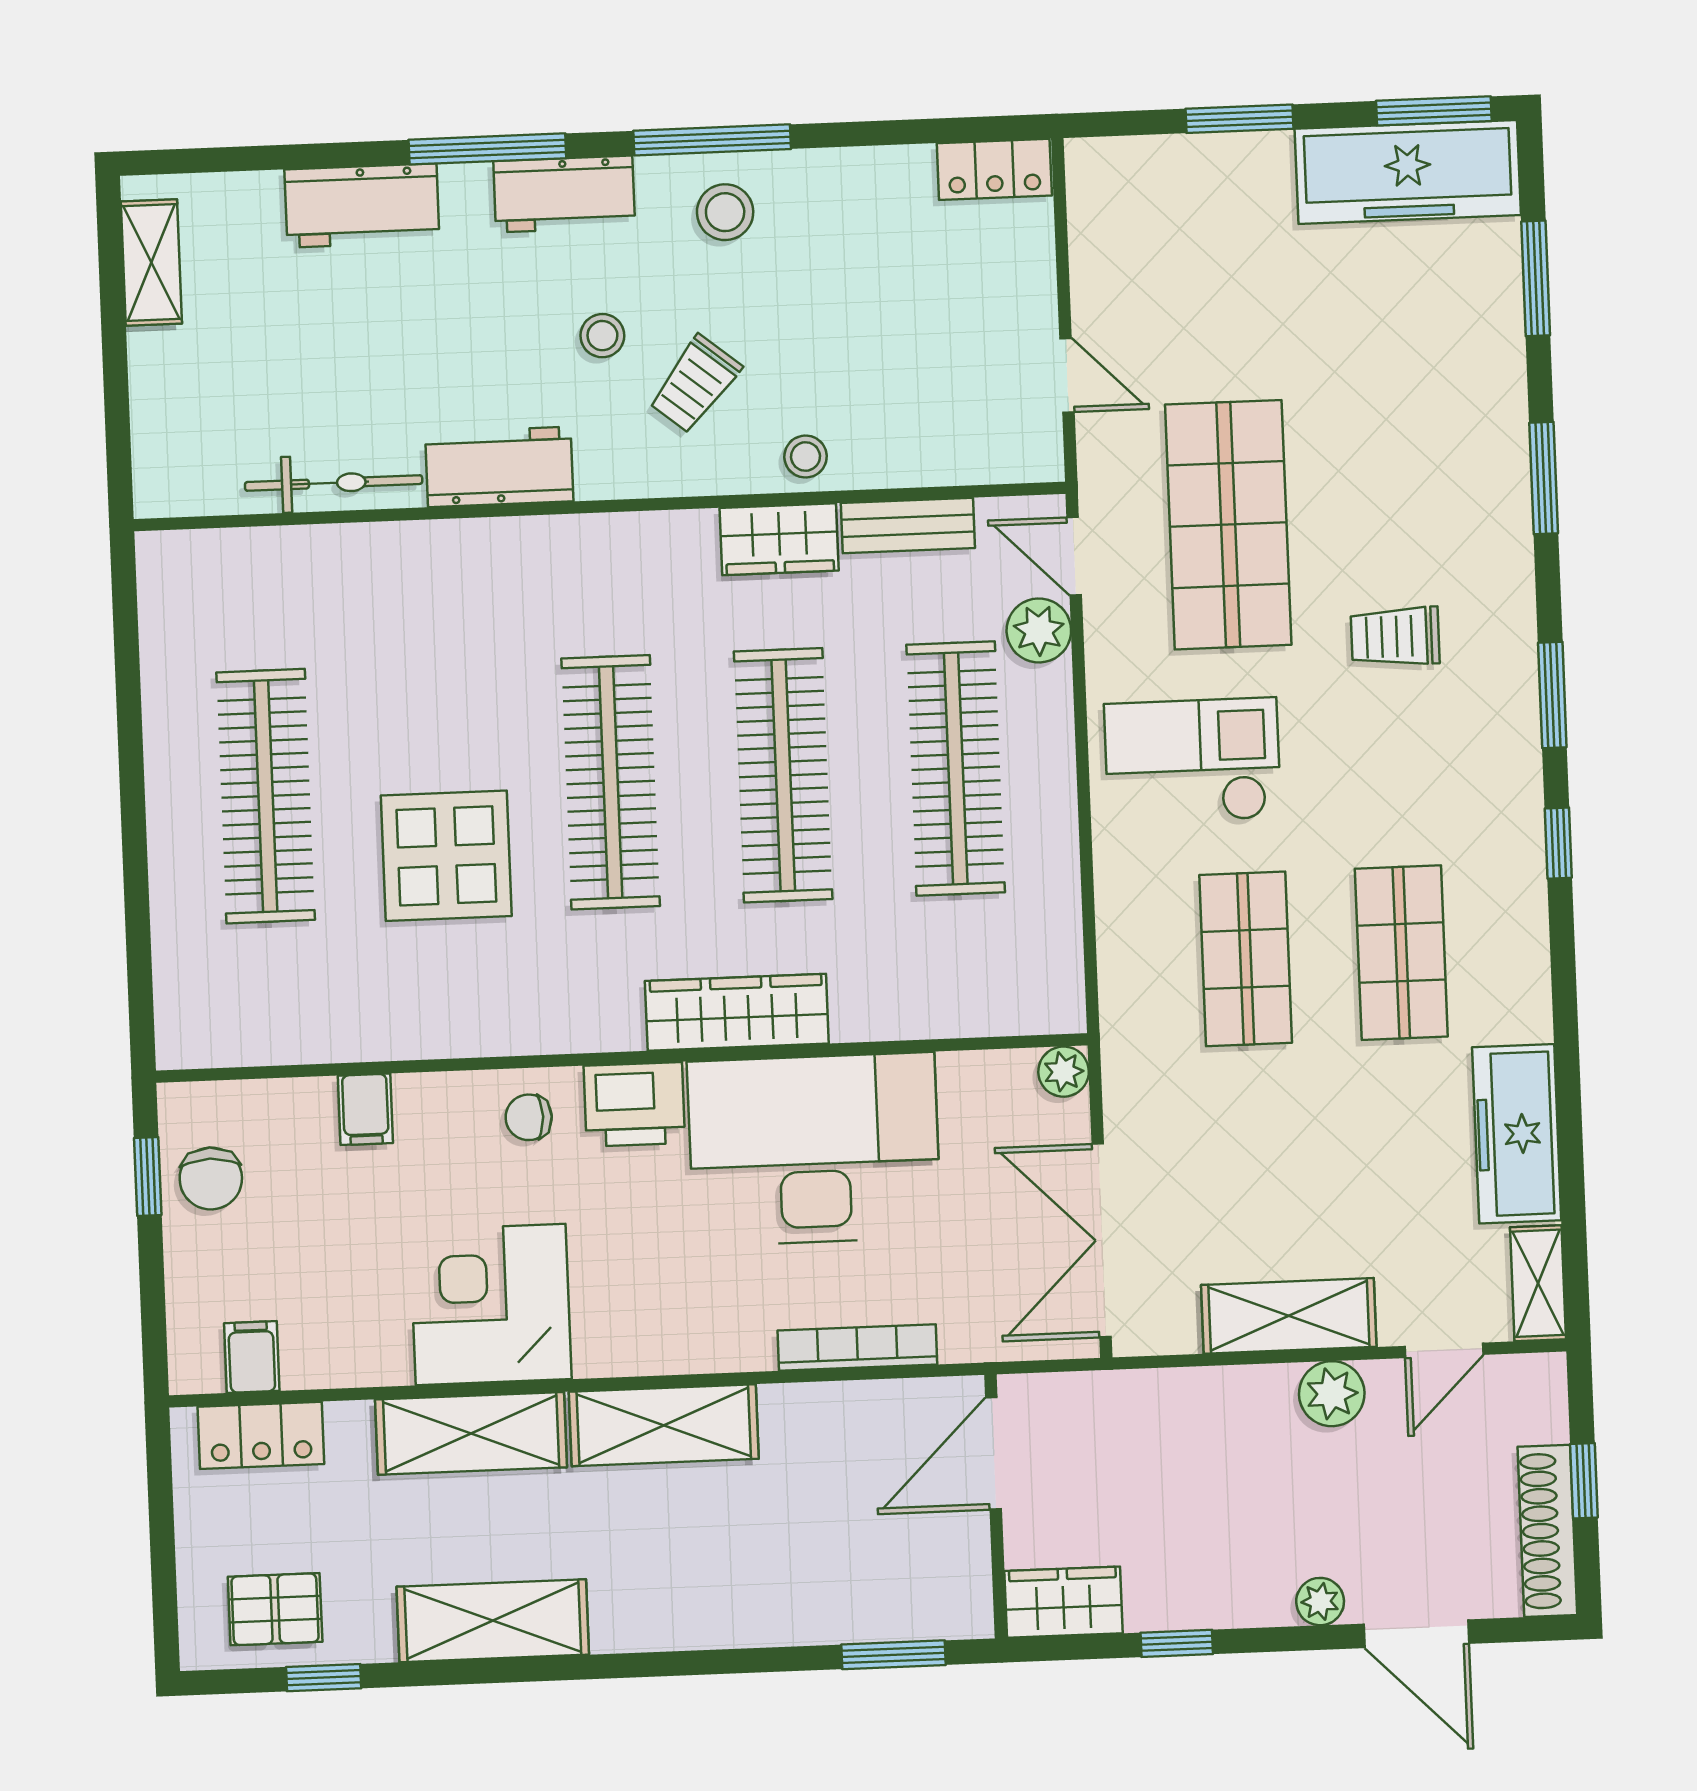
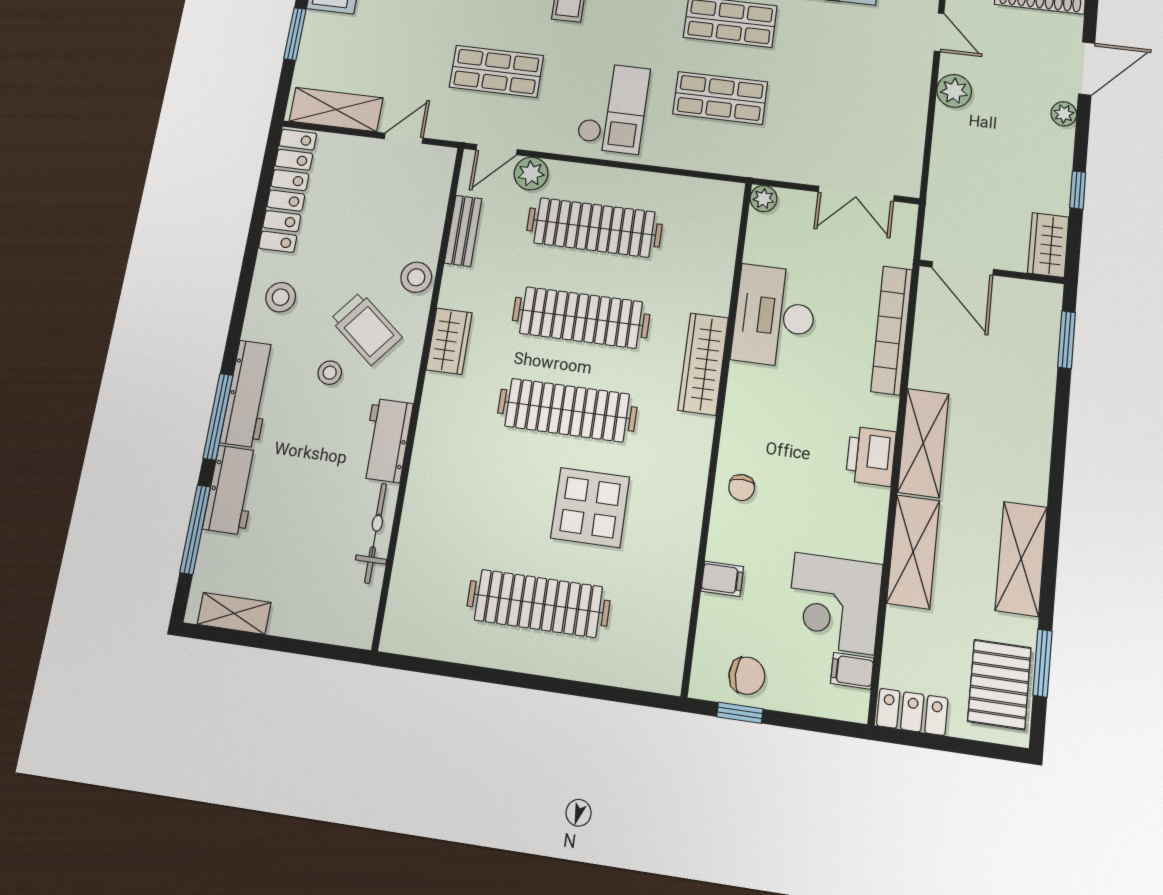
window: (712, 140) -> (195, 530), moved
locker: (994, 169) -> (288, 190), width x2.16, depth x1.21
workbench: (564, 194) -> (248, 394), width x1.38
trolley: (695, 384) -> (366, 328), width x1.36, depth x1.39
stool: (806, 457) -> (416, 277), width x1.37, depth x1.37
shop shelf: (1228, 525) -> (496, 71), width x0.70, depth x0.74
wardrobe: (779, 539) -> (449, 341), moved
checkout: (1192, 761) -> (613, 108), turned 180
printer: (634, 1104) -> (871, 456), moved, turned 180
desk: (814, 1149) -> (774, 316), width x0.73, depth x0.77
double door: (1102, 1240) -> (856, 194), width x0.73
corner desk: (491, 1305) -> (834, 603), moved
shelving: (1289, 1316) -> (336, 110), moved, turned 90
bookcase: (857, 1347) -> (892, 330), width x1.48, depth x1.31
locker: (261, 1435) -> (912, 712), moved, turned -90
pallet: (275, 1609) -> (999, 684), width x1.50, depth x1.42
window: (324, 1678) -> (1042, 663), width x1.50

